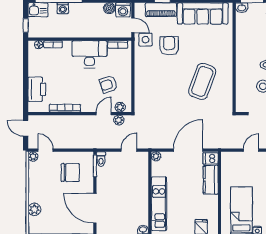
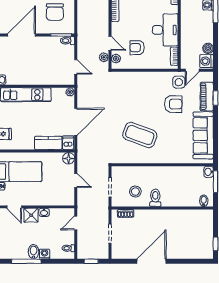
armchair: (109, 84) -> (137, 48), turned -71
door: (188, 150) -> (76, 122), hinge flipped
floor lamp: (227, 158) -> (69, 158), added

